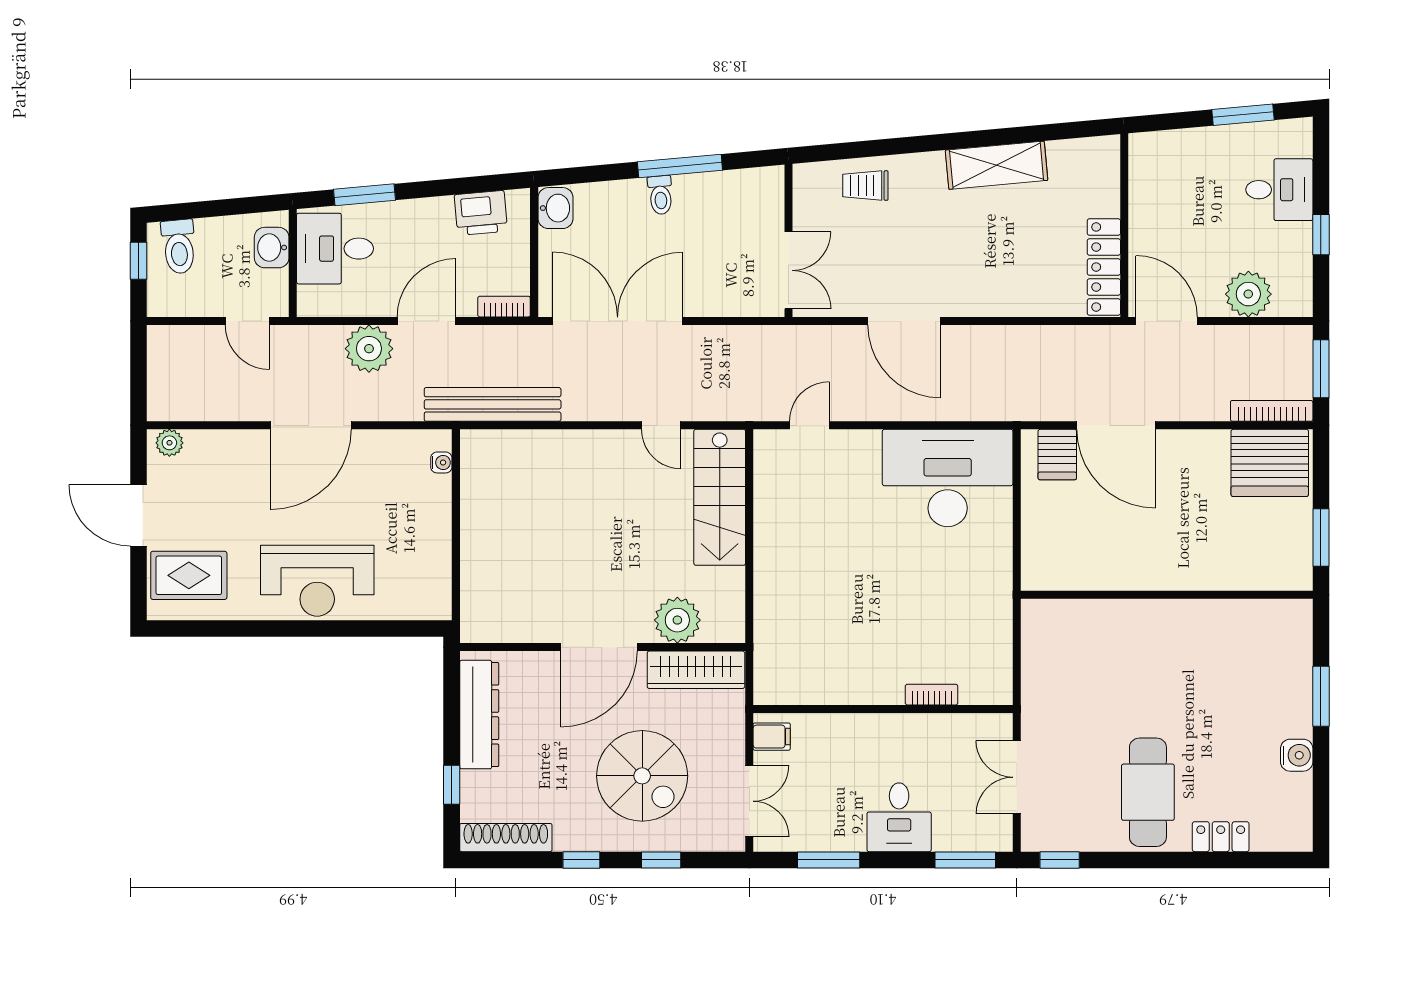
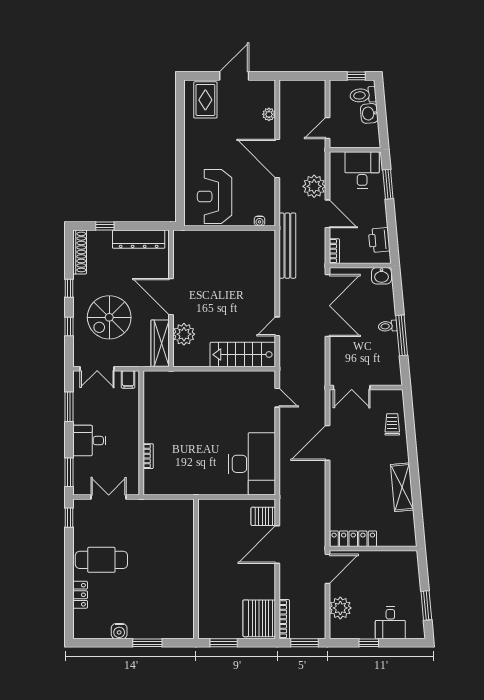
washbasin: (272, 248) -> (369, 113), moved, turned -95
plant: (169, 443) -> (269, 114), moved
reception desk: (317, 581) -> (215, 196), moved

